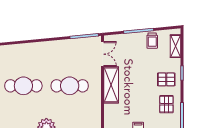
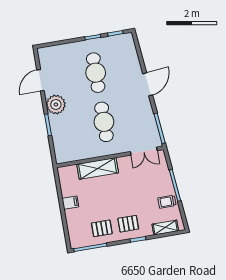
door: (42, 40) -> (148, 84), added
pallet: (166, 79) -> (128, 224), turned 90
shelving: (111, 85) -> (98, 168), moved

